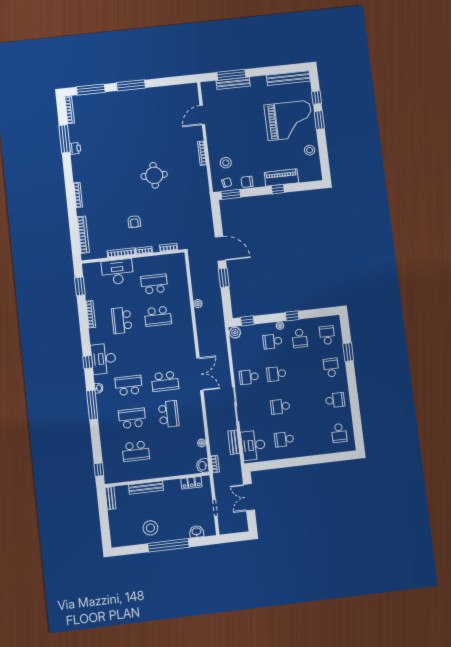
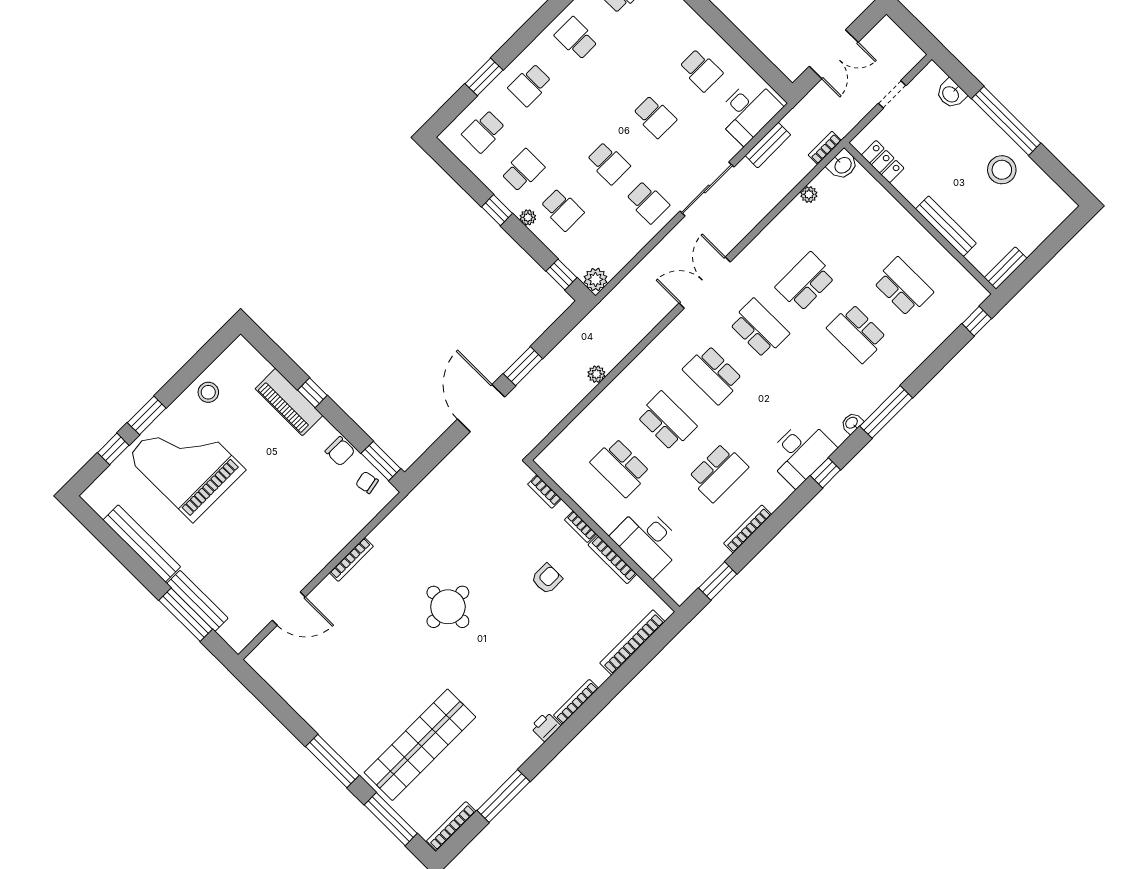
bench: (288, 78) -> (142, 543), moved
shop shelf: (110, 123) -> (420, 745), added
printer: (75, 148) -> (546, 727), moved
stool: (226, 163) -> (336, 510), removed
school desk: (129, 385) -> (713, 375), moved

